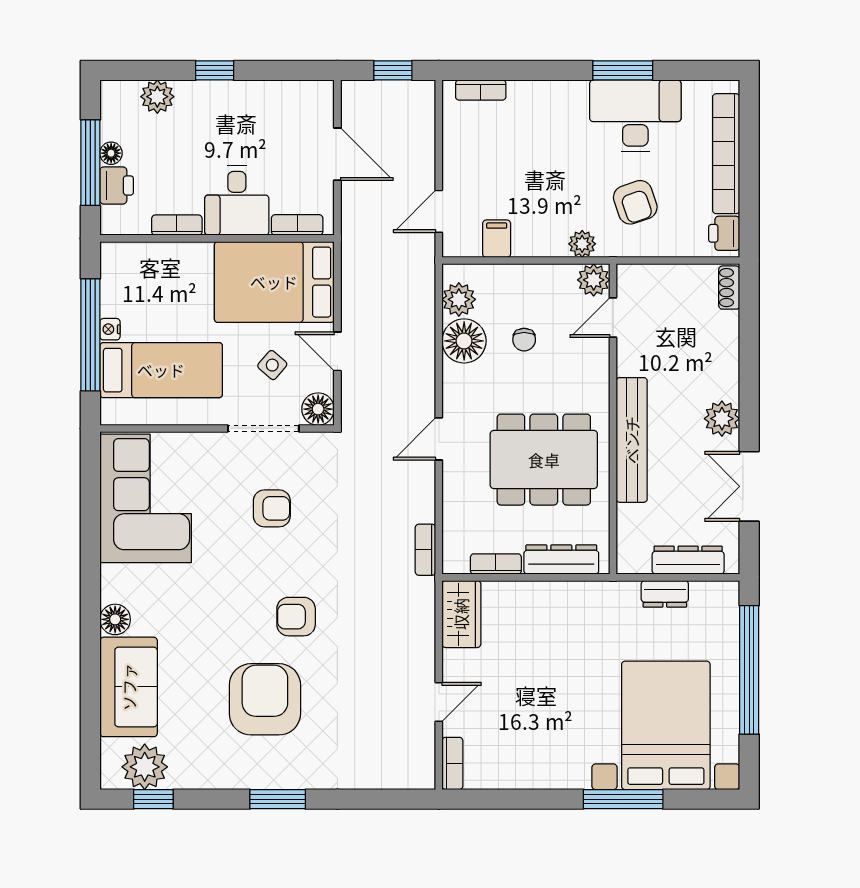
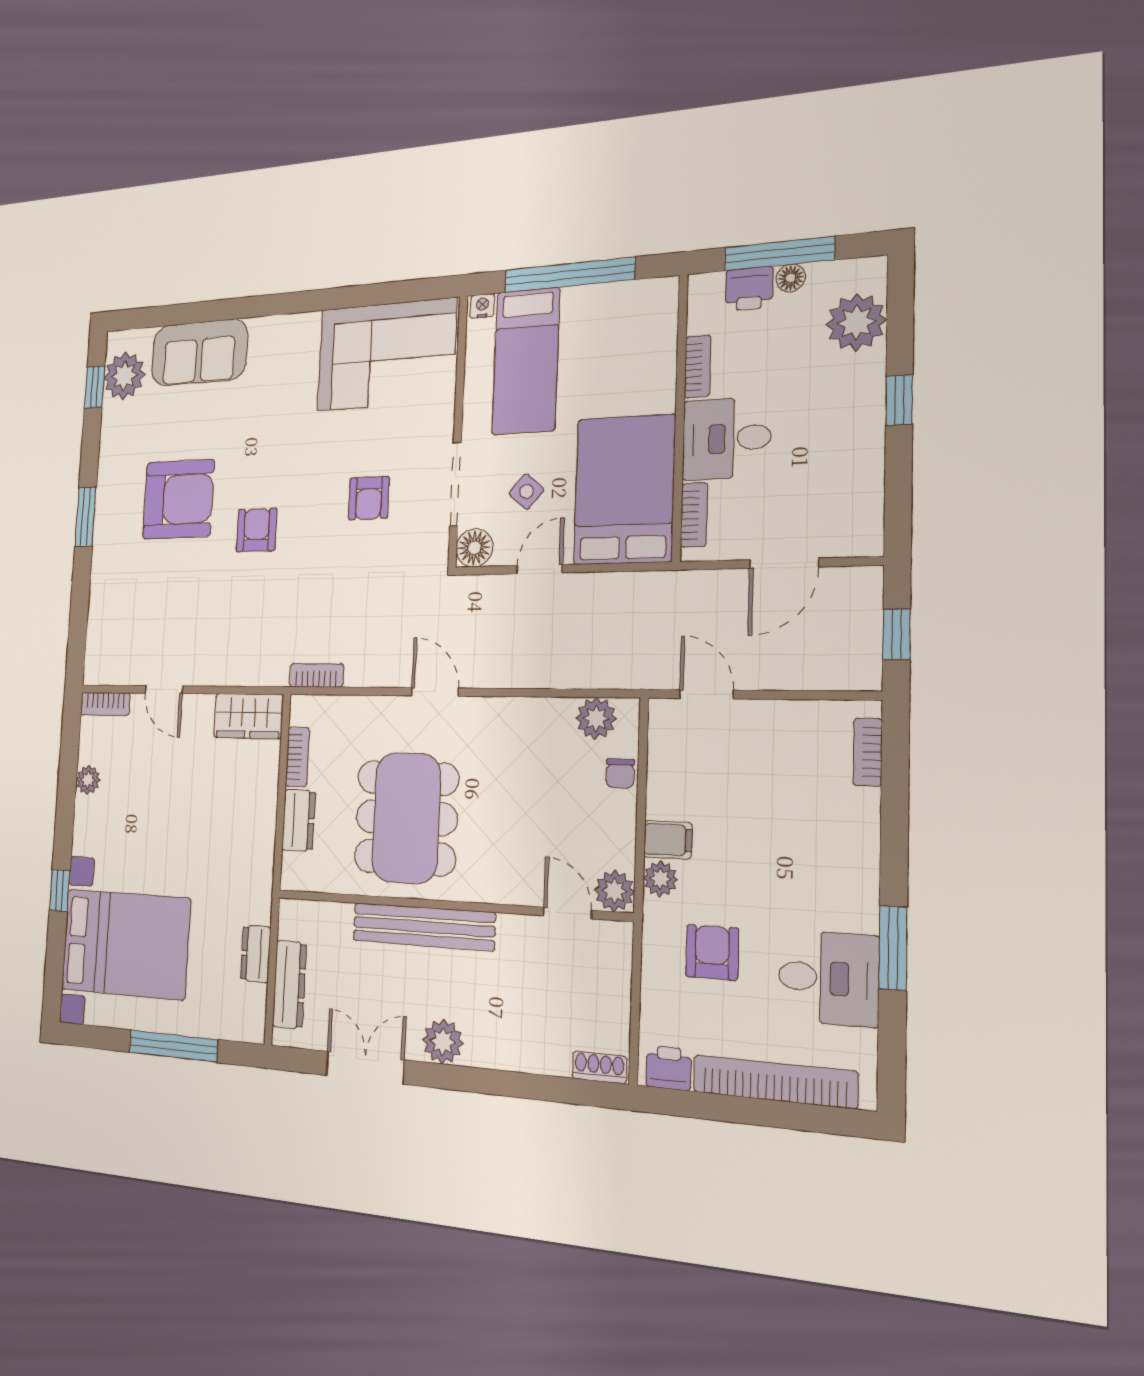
plant: (157, 97) -> (856, 322), width x1.36, depth x1.36
desk: (635, 116) -> (828, 978), width x0.73
armchair: (635, 202) -> (712, 952), turned 109
filing cabinet: (497, 239) -> (668, 840), moved
nightstand: (110, 329) -> (482, 306), moved
chair: (524, 340) -> (620, 773), moved, turned -90
floor lamp: (464, 341) -> (546, 724), removed
dresser: (561, 560) -> (299, 820), width x0.70
floor lamp: (115, 619) -> (265, 332), removed
window: (749, 670) -> (173, 1046), width x0.68
plant: (522, 776) -> (88, 780), added
window: (623, 799) -> (60, 891), width x0.46

